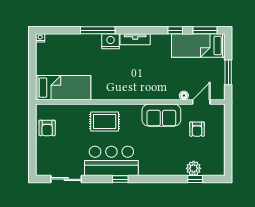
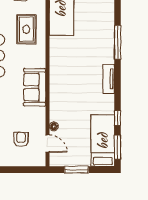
nightstand: (111, 41) -> (107, 55), removed
sofa: (161, 115) -> (35, 87), moved
rug: (105, 122) -> (26, 29), moved
armchair: (197, 129) -> (21, 139), turned 90

